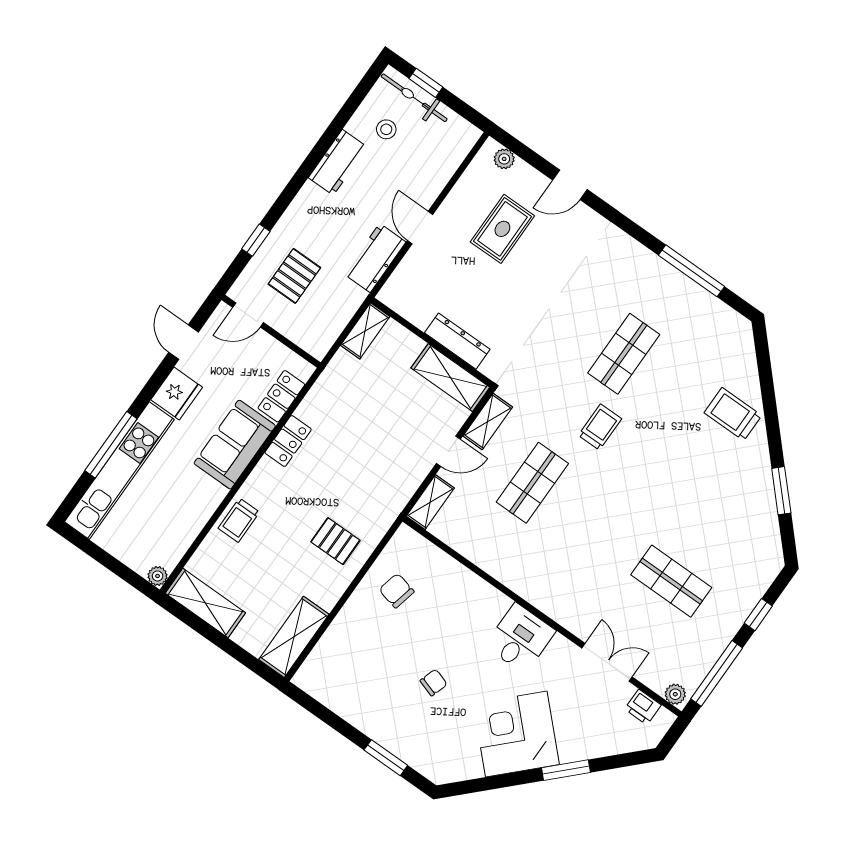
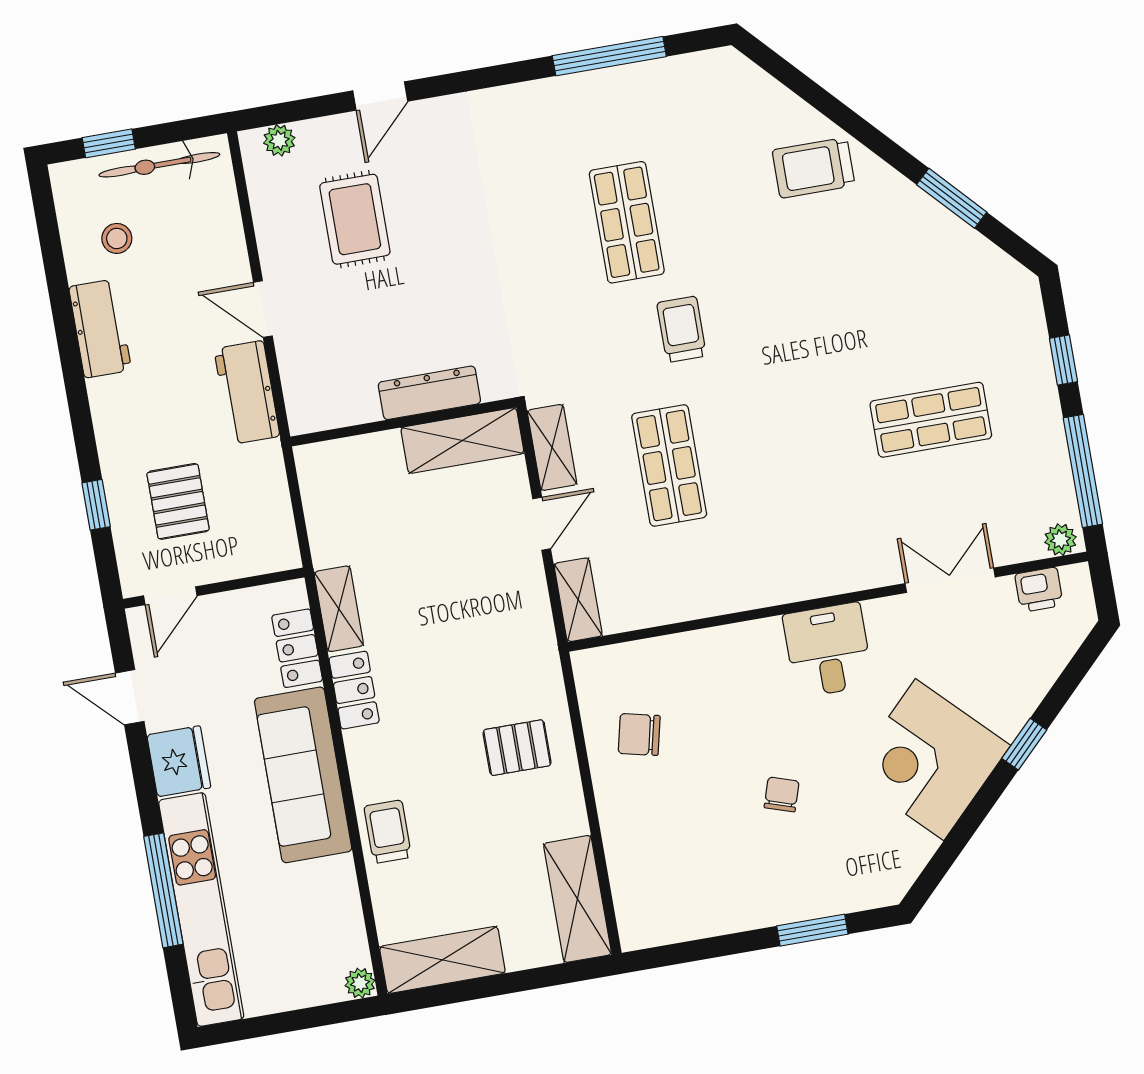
bicycle: (414, 98) -> (159, 165), moved
shelving: (365, 331) -> (339, 609), moved
sofa: (235, 445) -> (303, 775), width x1.36
trolley: (239, 520) -> (388, 832), turned 180
window: (566, 770) -> (1024, 744), width x0.67

